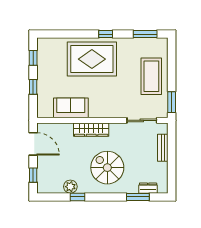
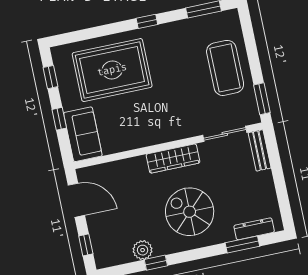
rug: (92, 59) -> (112, 70), moved
sofa: (71, 108) -> (83, 134), moved, turned 90
wardrobe: (91, 130) -> (173, 158), moved
bench: (163, 148) -> (260, 150), moved
dresser: (148, 188) -> (254, 229), width x1.44

